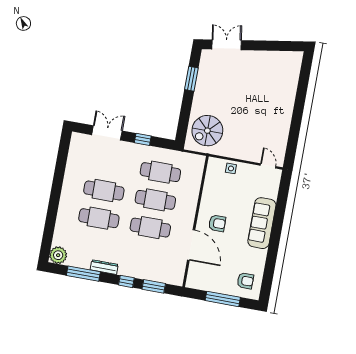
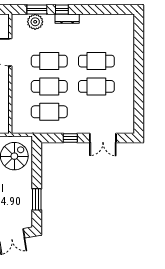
plant: (58, 255) -> (35, 22), moved
dresser: (104, 267) -> (67, 19), moved
window: (83, 274) -> (101, 10), removed

